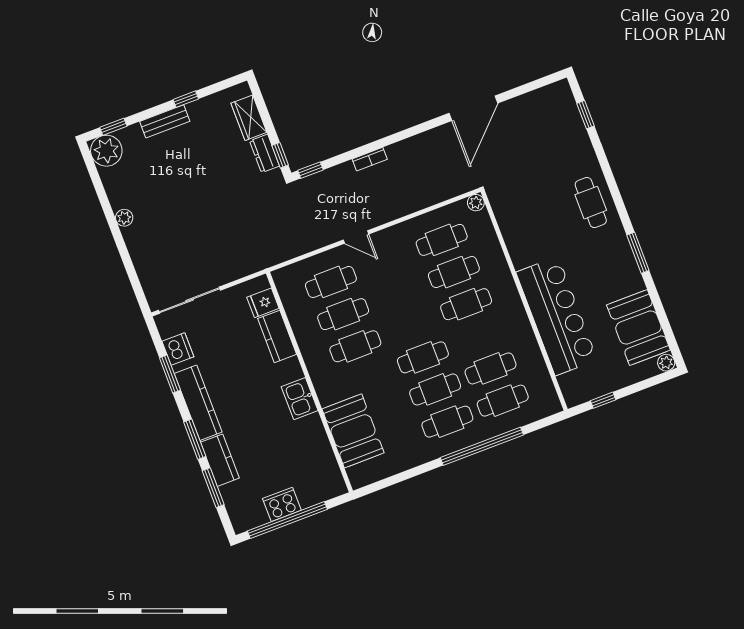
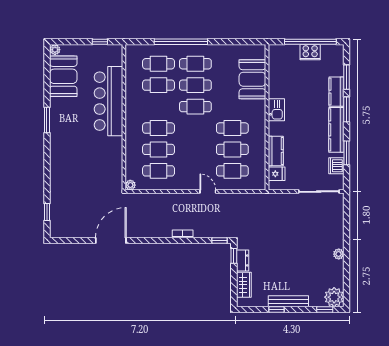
bench: (165, 121) -> (288, 301), width x1.36
cafe table: (591, 203) -> (63, 160), removed

